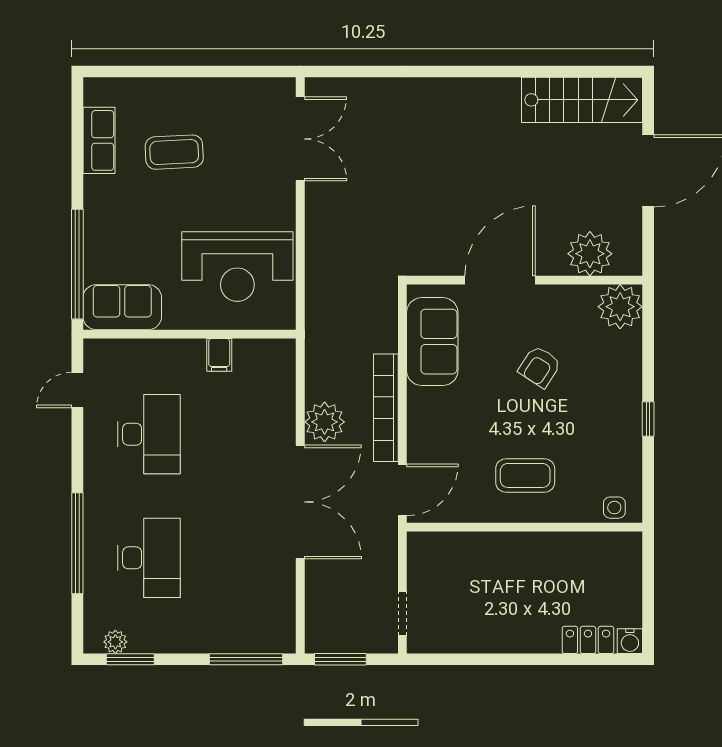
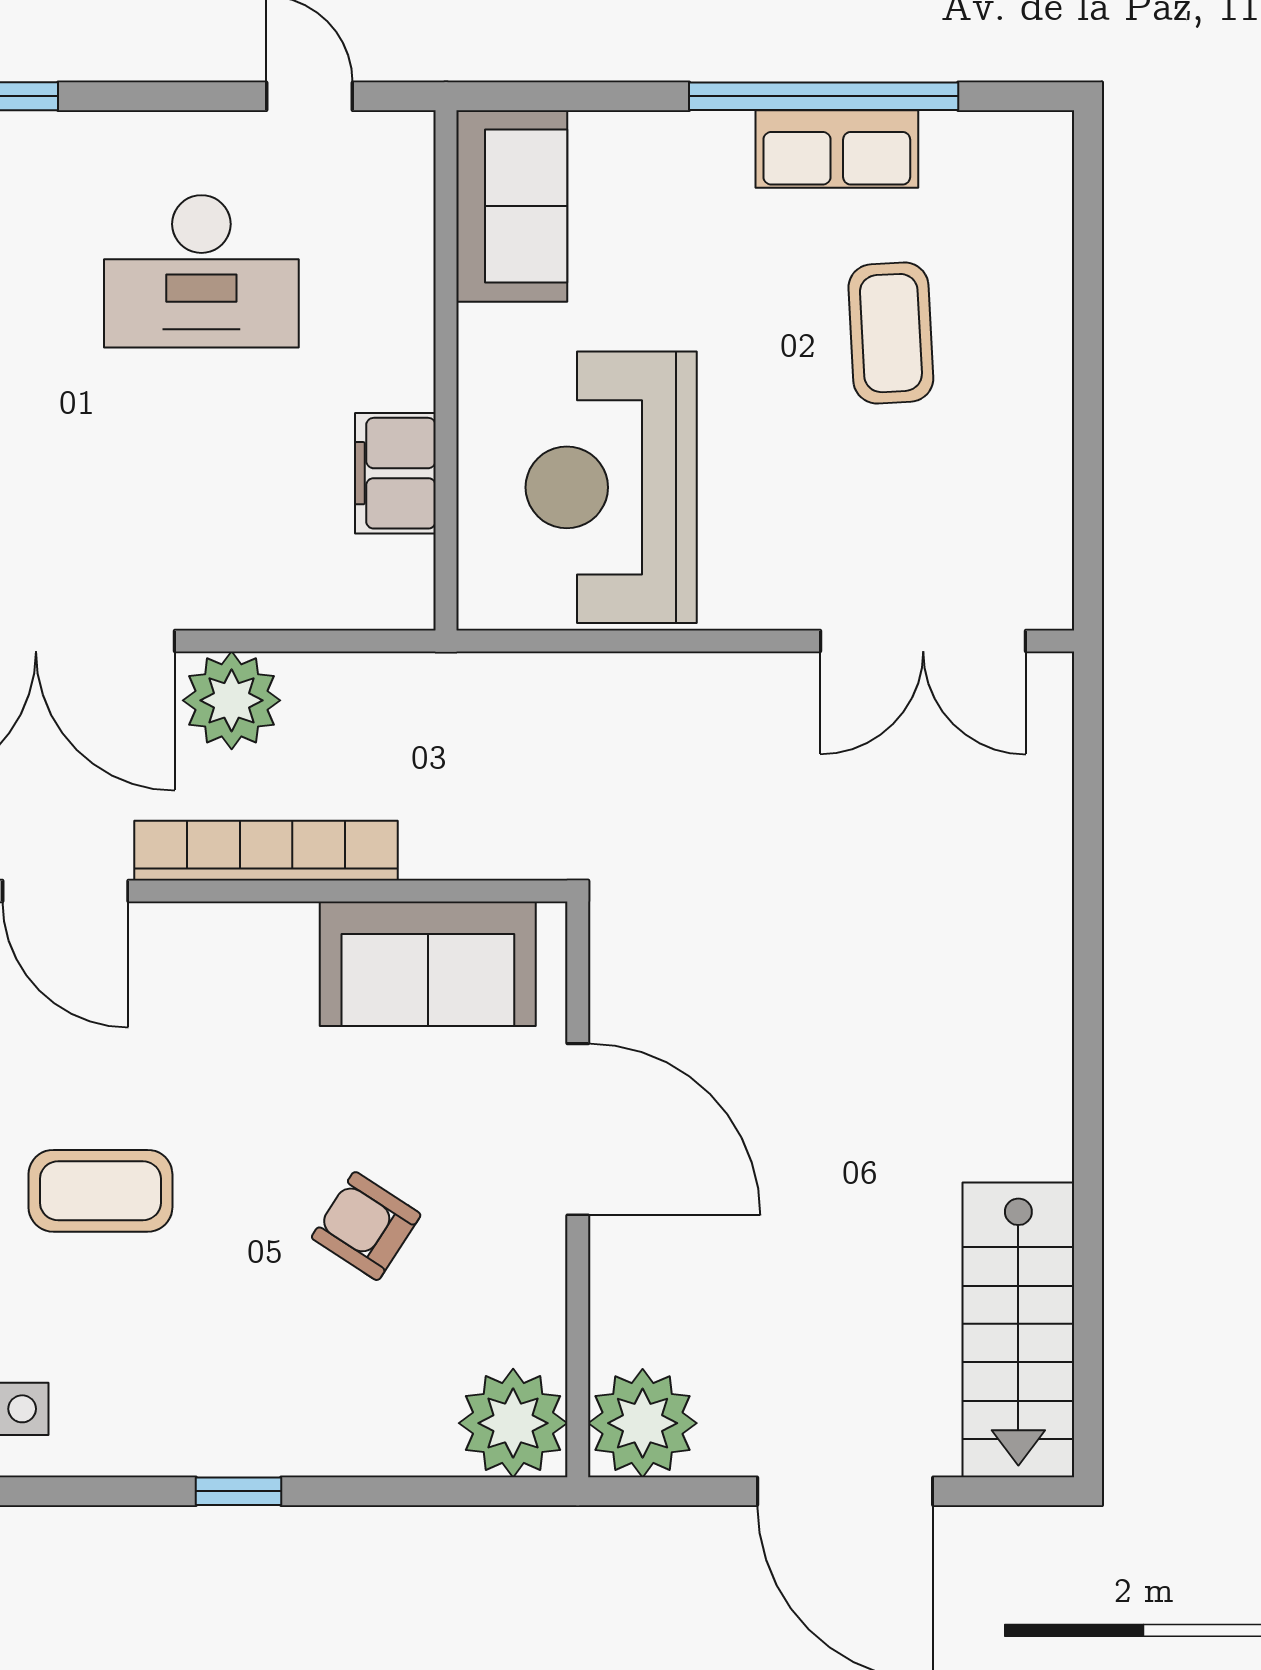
row of seats: (99, 140) -> (837, 149), moved
plant: (590, 254) -> (643, 1423), moved
window: (77, 264) -> (824, 96), moved
filing cabinet: (219, 355) -> (395, 473), width x2.00
coffee table: (525, 475) -> (100, 1191), turned 90

